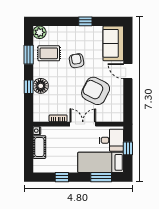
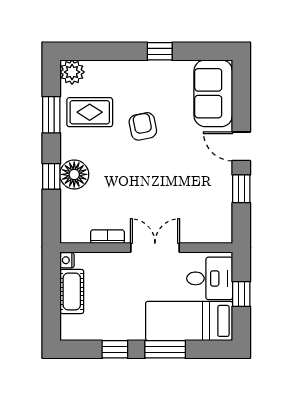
armchair: (96, 91) -> (179, 184), removed
window: (128, 93) -> (241, 189), added
window: (101, 177) -> (165, 349), moved

